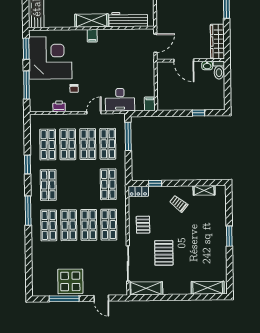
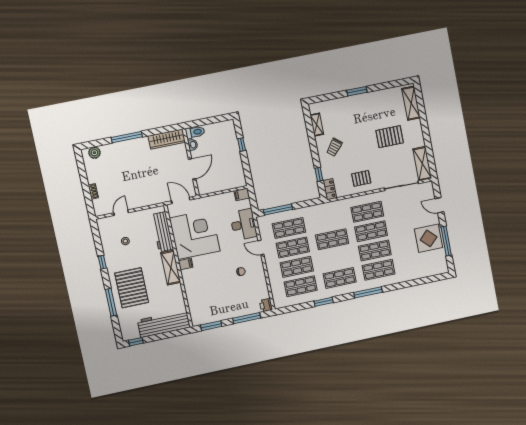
corner desk: (50, 58) -> (195, 235), moved, turned 90
printer: (59, 106) -> (266, 305), moved
shop shelf: (108, 184) -> (332, 239), moved
pallet: (164, 253) -> (390, 137), moved
door: (101, 298) -> (439, 205), swing flipped

